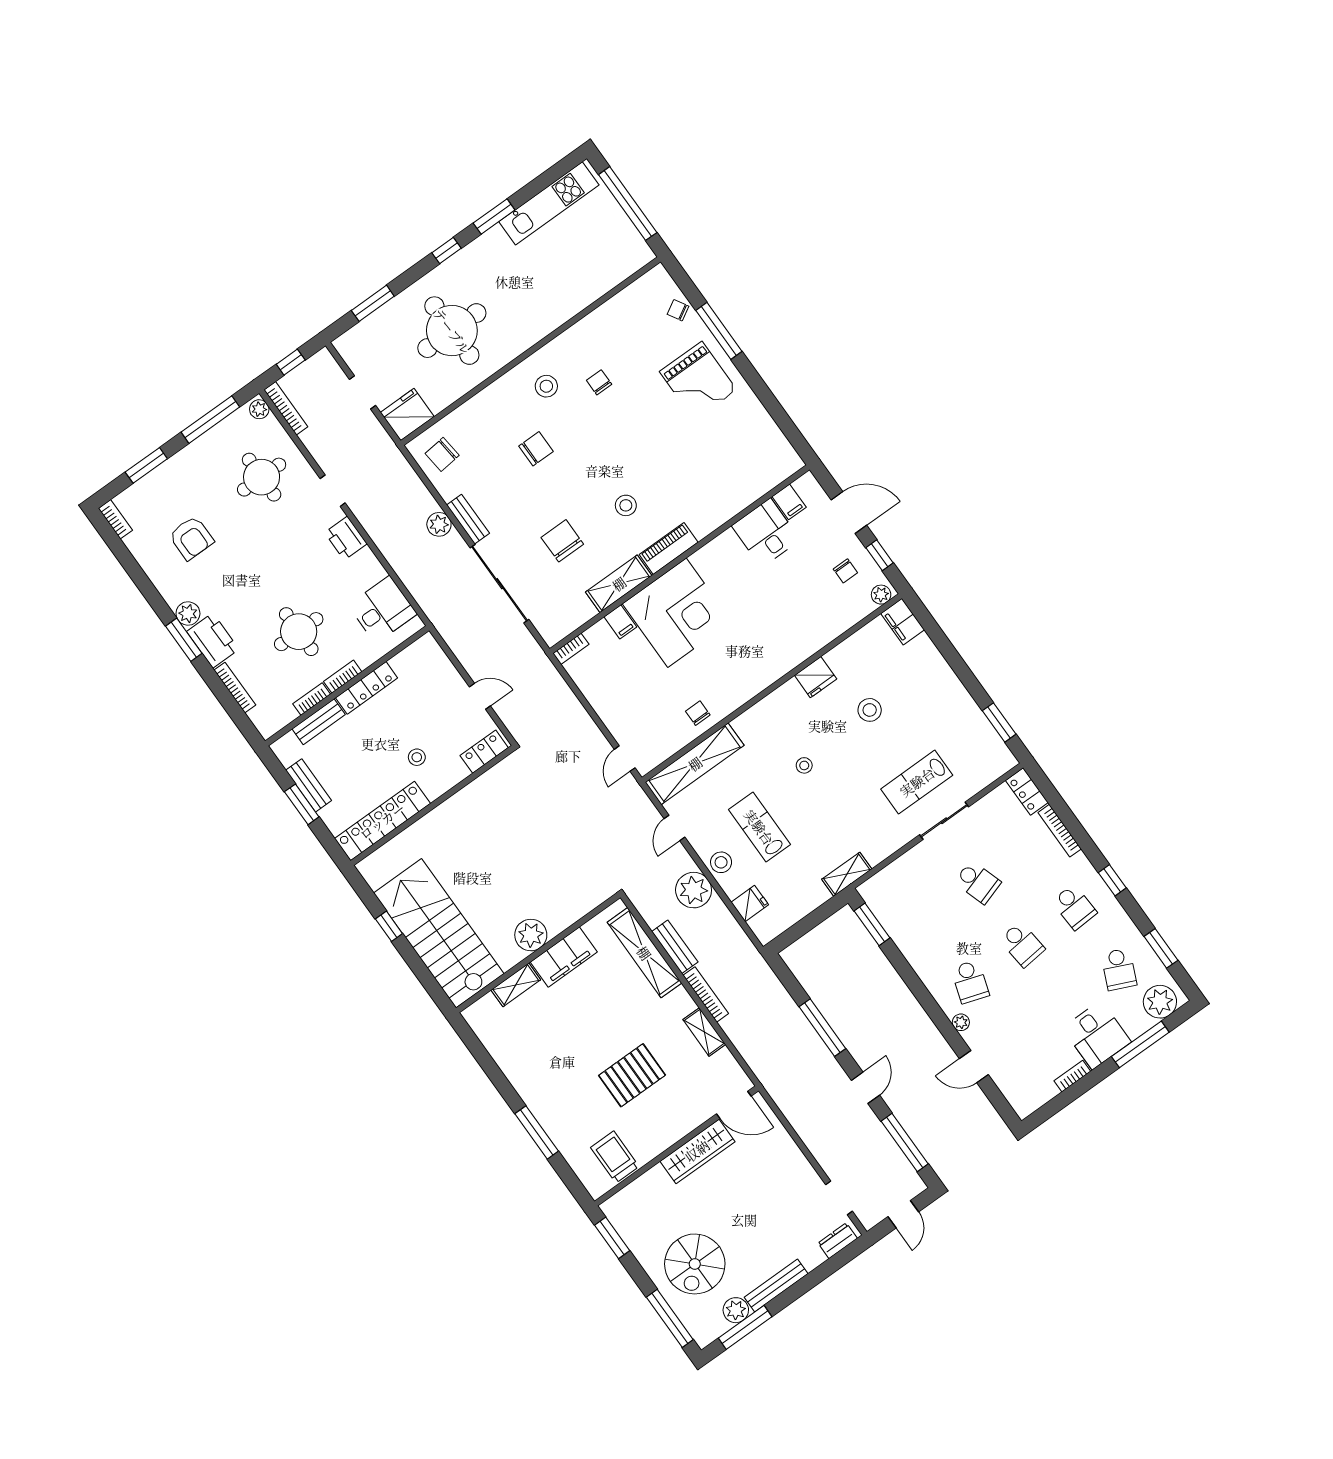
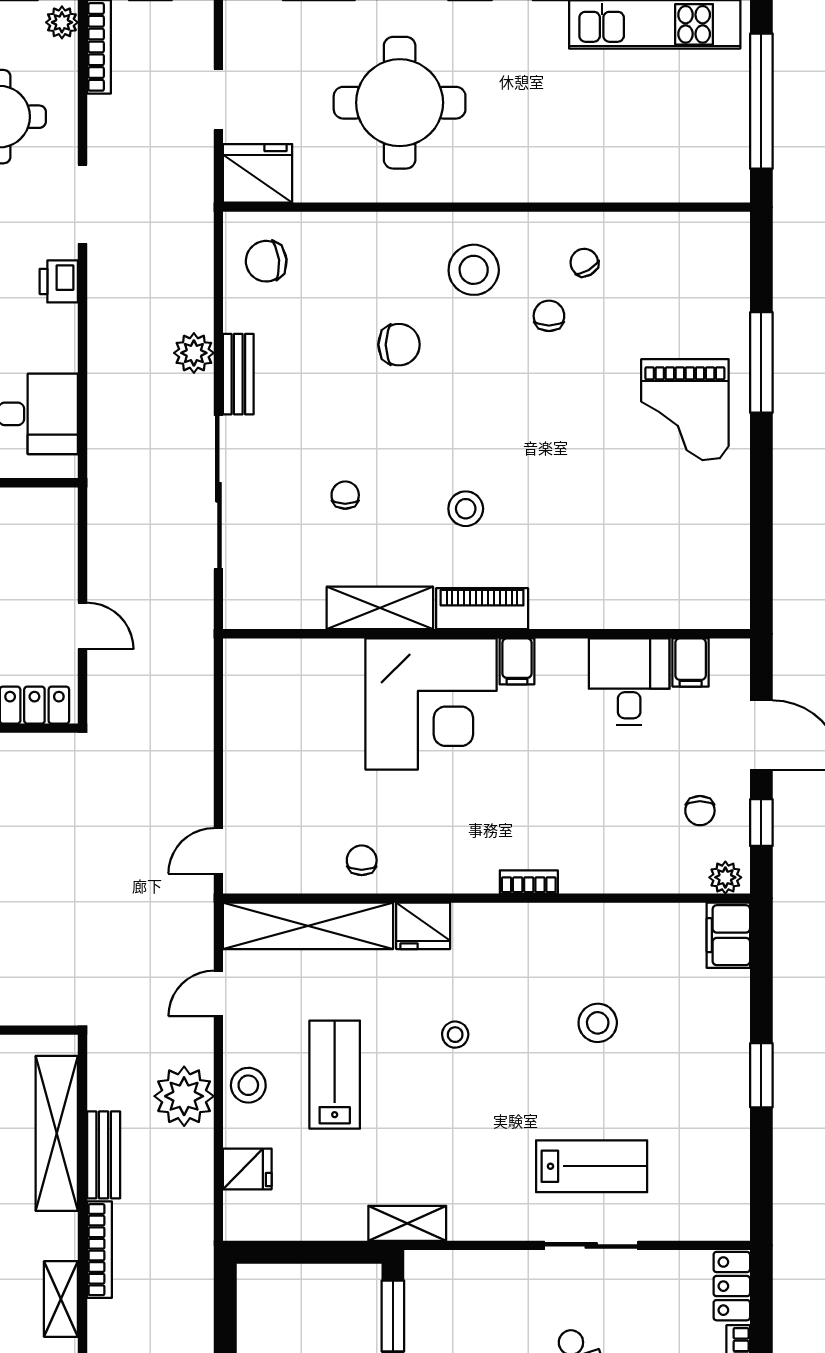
chair: (678, 310) -> (584, 263), moved
stool: (546, 386) -> (474, 270), width x1.38, depth x1.38
doorway: (333, 491) -> (82, 204), width x1.38
printer: (346, 538) -> (59, 281), width x0.73, depth x0.81
chair: (562, 541) -> (345, 495), width x0.54, depth x0.54
filing cabinet: (620, 622) -> (517, 661), moved
bookcase: (571, 649) -> (529, 882), moved, turned 180
fridge: (816, 677) -> (423, 926), moved
window: (999, 722) -> (761, 1075), moved
lab bench: (917, 782) -> (592, 1166), turned 180

